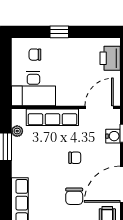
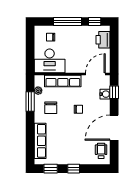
window: (59, 32) -> (68, 21), width x2.17
window: (98, 32) -> (95, 21), added
chair: (74, 196) -> (51, 108), moved

